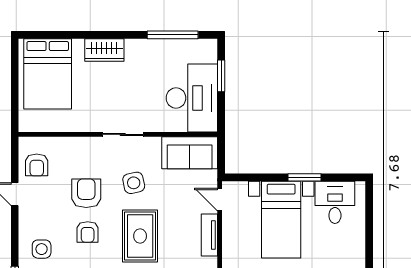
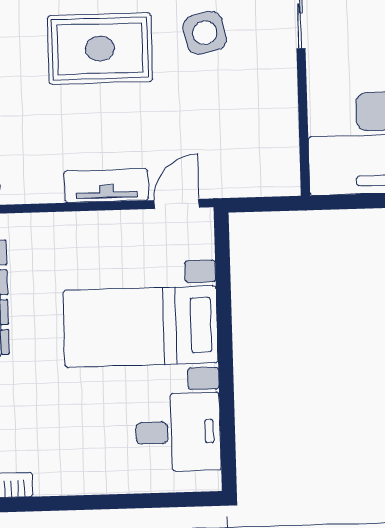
sofa: (190, 153) -> (268, 142), removed
window: (305, 177) -> (226, 370), removed

